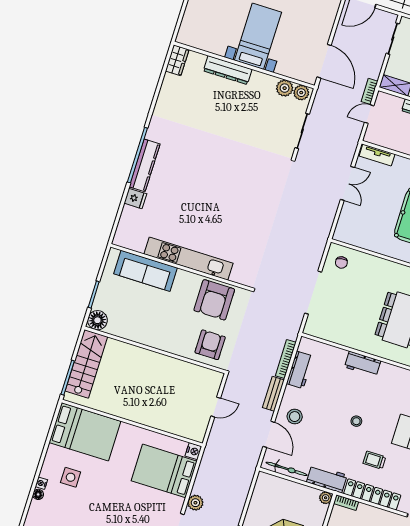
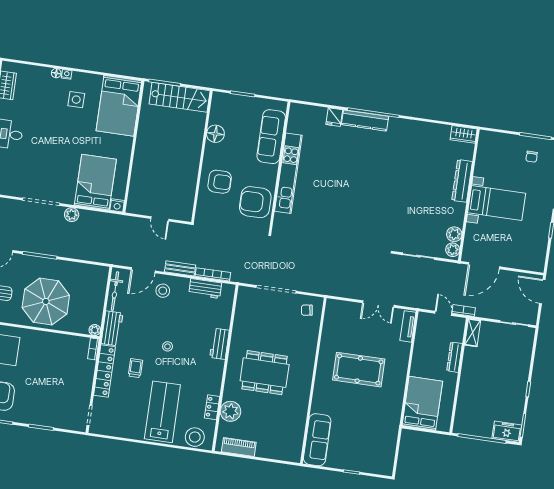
floor lamp: (97, 320) -> (215, 134), moved
armchair: (210, 345) -> (220, 182), moved

